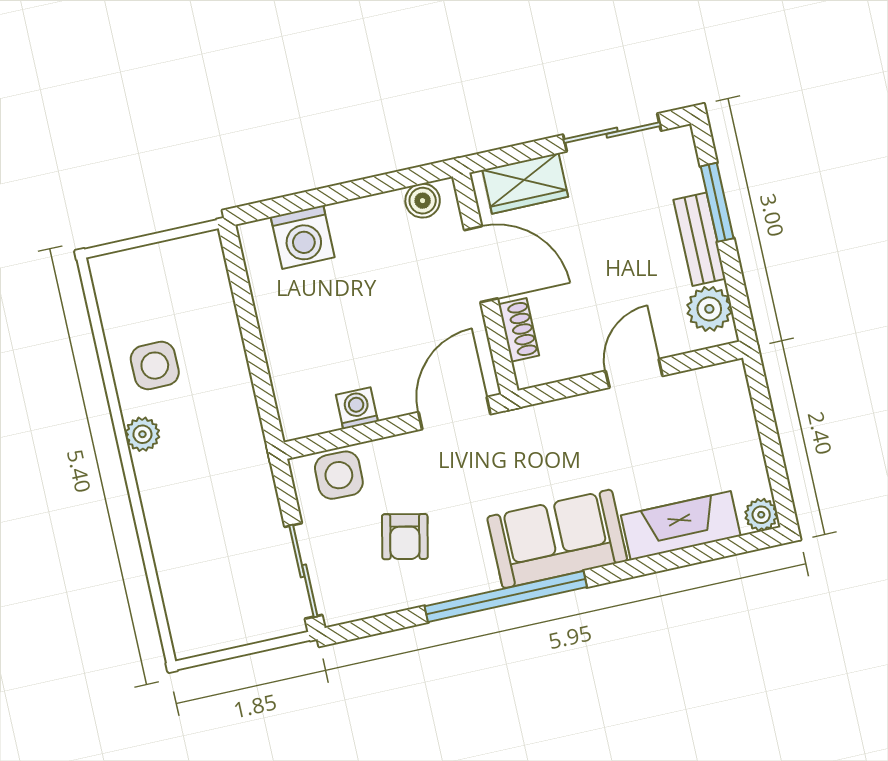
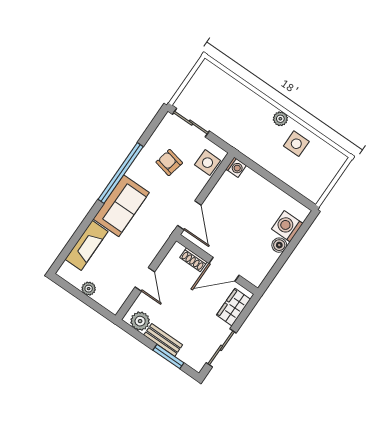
boiler: (423, 201) -> (279, 245), moved
washing machine: (357, 408) -> (236, 167), moved
plant: (761, 515) -> (89, 289), moved

